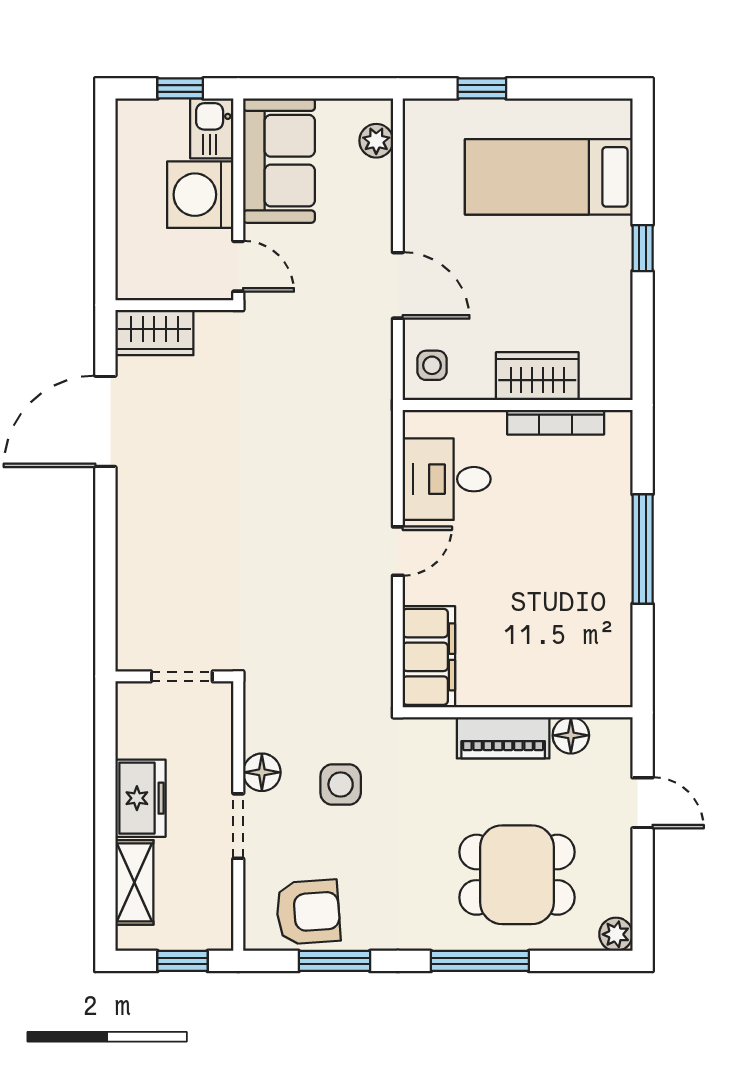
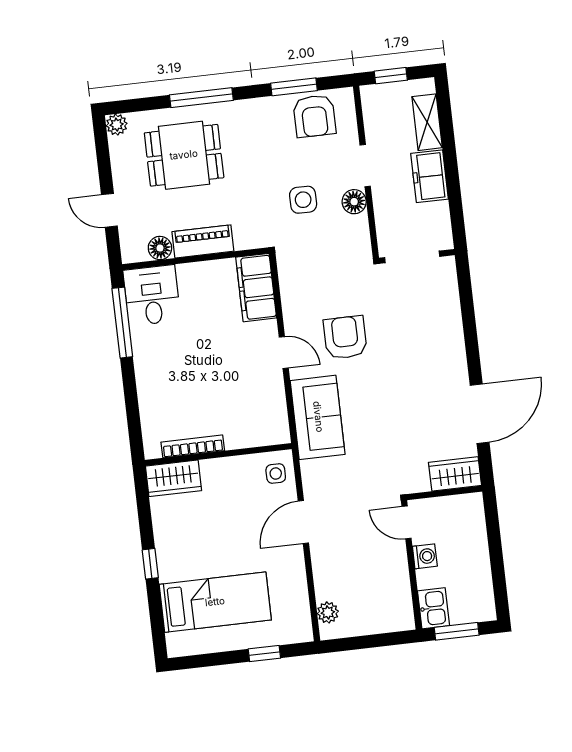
window: (180, 88) -> (457, 631), width x1.50
sofa: (279, 161) -> (318, 417), moved, turned 180
washing machine: (200, 195) -> (425, 556), width x0.53, depth x0.53
door: (398, 285) -> (303, 522), hinge flipped
wardrobe: (537, 376) -> (173, 478), moved
desk: (447, 479) -> (152, 295), moved, turned -90
window: (643, 549) -> (122, 323), moved
door: (398, 551) -> (284, 353), swing flipped
armchair: (300, 564) -> (345, 337), added
doorway: (182, 676) -> (412, 257), width x1.38
armchair: (308, 912) -> (314, 116), turned -86

